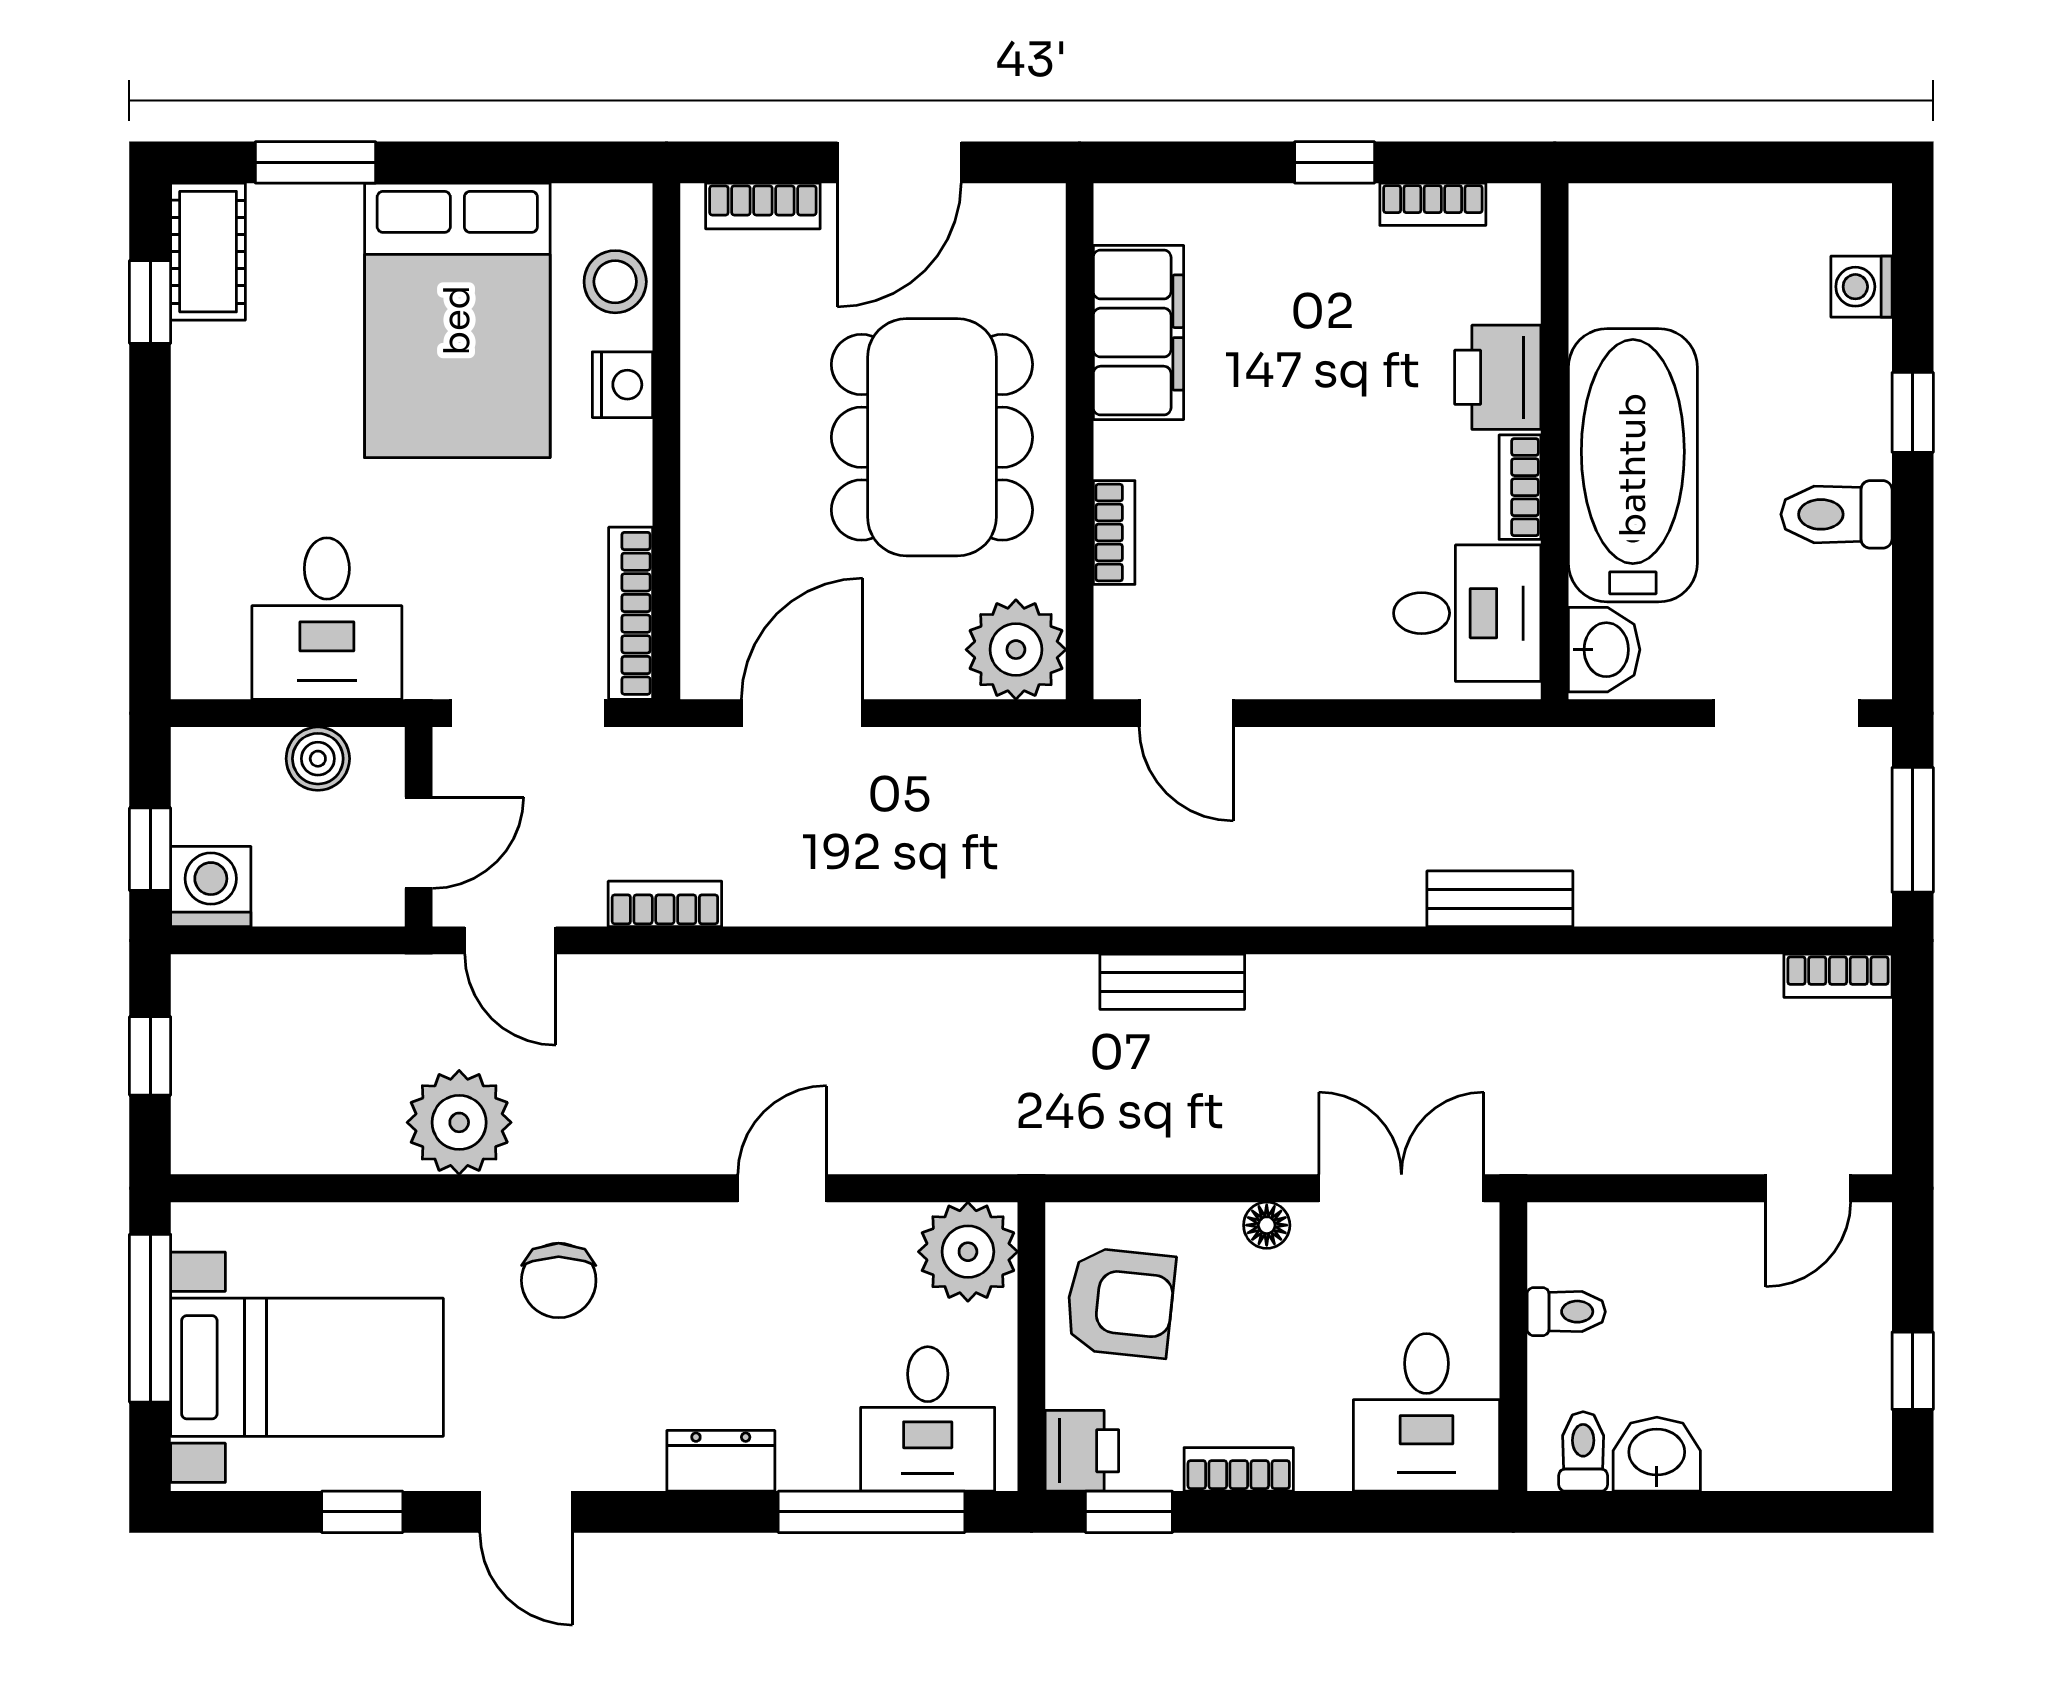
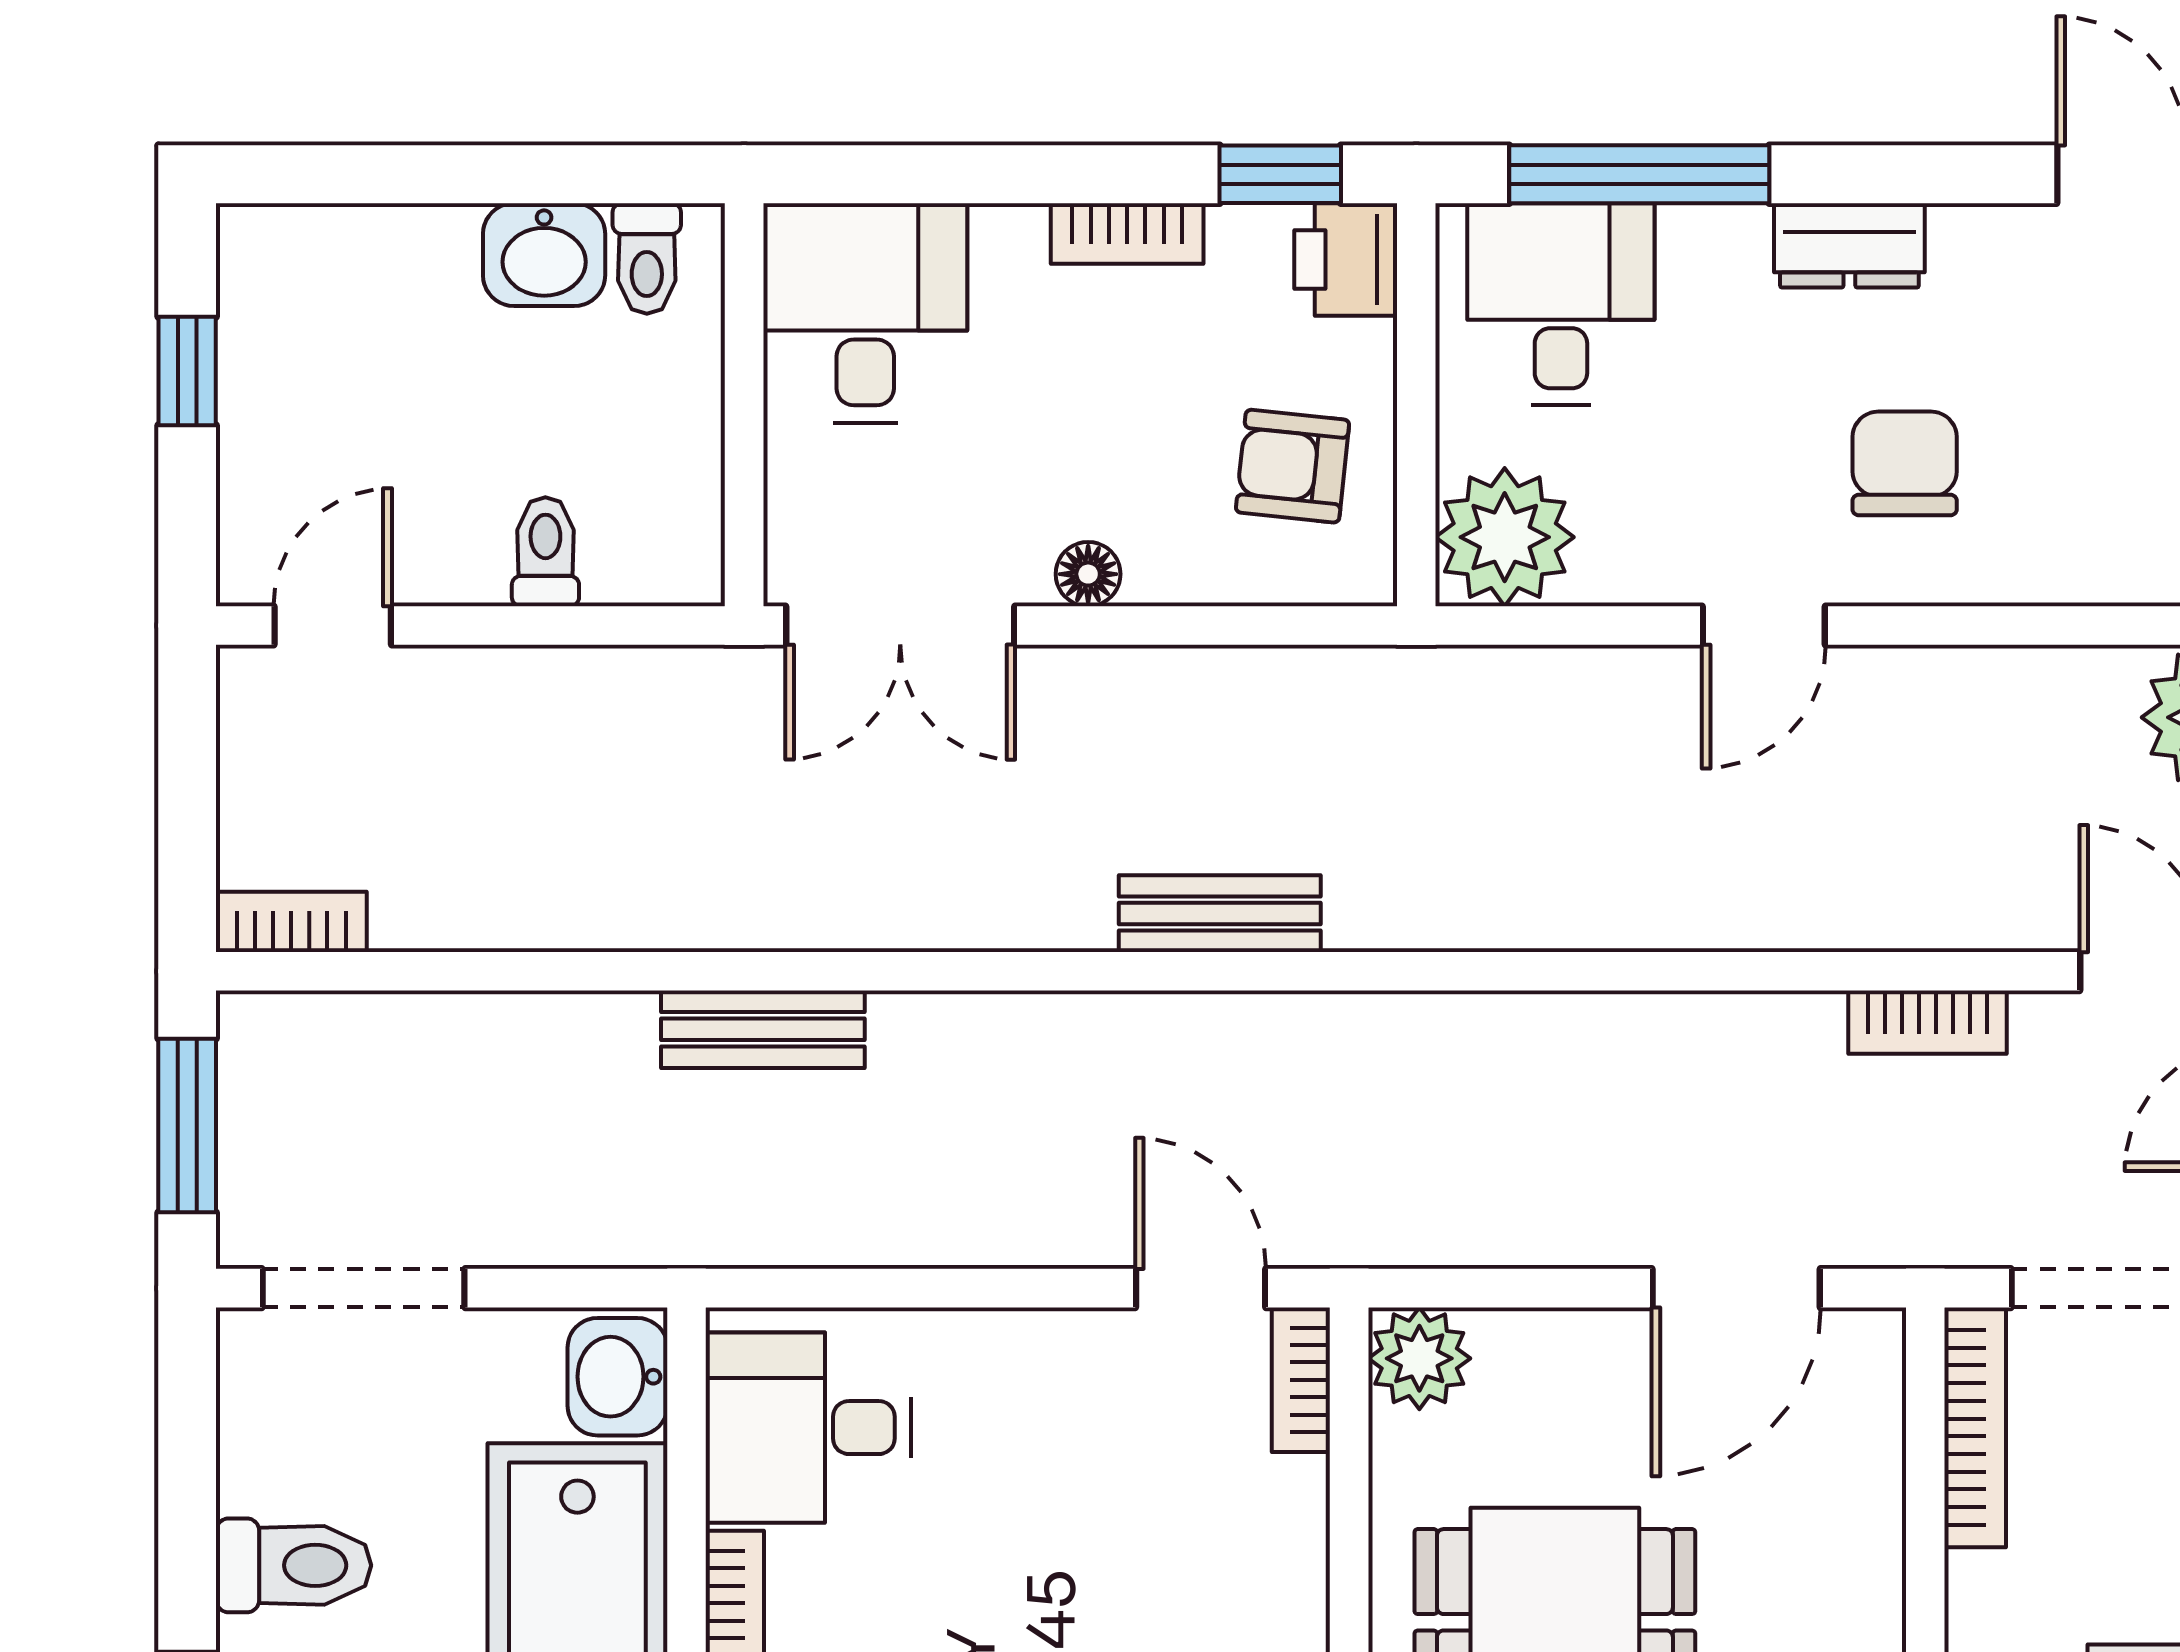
bookcase: (1114, 533) -> (1301, 1380), moved
plant: (1016, 650) -> (1419, 1358), width x0.73, depth x0.73
chair: (559, 1280) -> (1905, 463), moved
armchair: (1120, 1303) -> (1292, 466), width x0.72, depth x0.72
toilet: (1566, 1312) -> (545, 552), moved, turned 90

